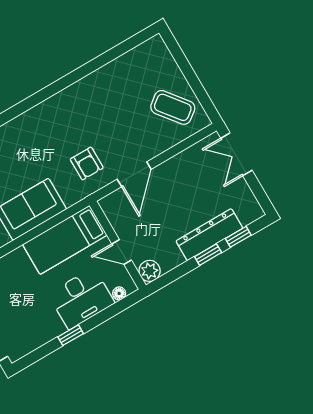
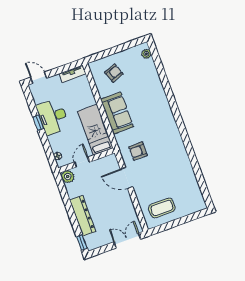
coffee table: (173, 107) -> (162, 208), turned 38
window: (238, 237) -> (82, 242), moved
window: (208, 255) -> (71, 213), removed
desk: (81, 298) -> (53, 117), moved

